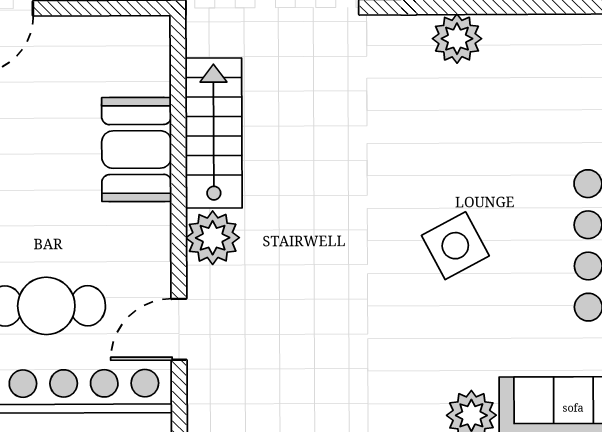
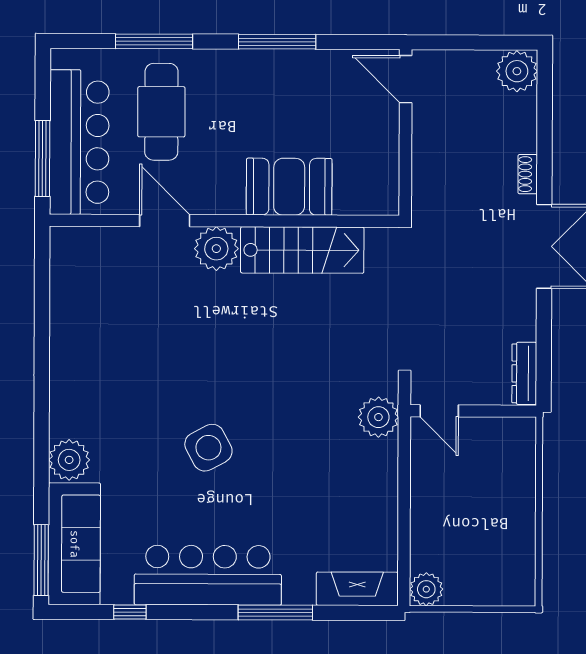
plant: (457, 39) -> (378, 417), moved
door: (179, 329) -> (165, 221), moved

